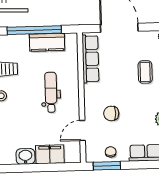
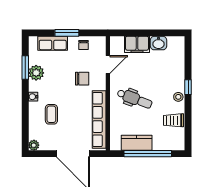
row of seats: (90, 59) -> (99, 119), width x1.36
dental chair: (51, 92) -> (135, 99), turned -69
window: (107, 166) -> (67, 33), moved

